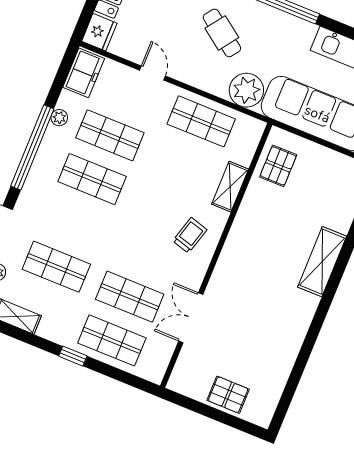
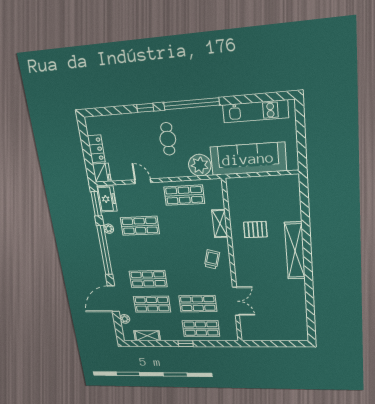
cafe table: (222, 33) -> (168, 139), turned 54
window: (63, 72) -> (96, 204), added
pallet: (278, 166) -> (255, 230), moved, turned 90
shop shelf: (92, 179) -> (148, 279), moved
shelving: (322, 262) -> (295, 251), width x1.47
double door: (191, 318) -> (236, 301), swing flipped
pallet: (228, 395) -> (277, 332), removed

